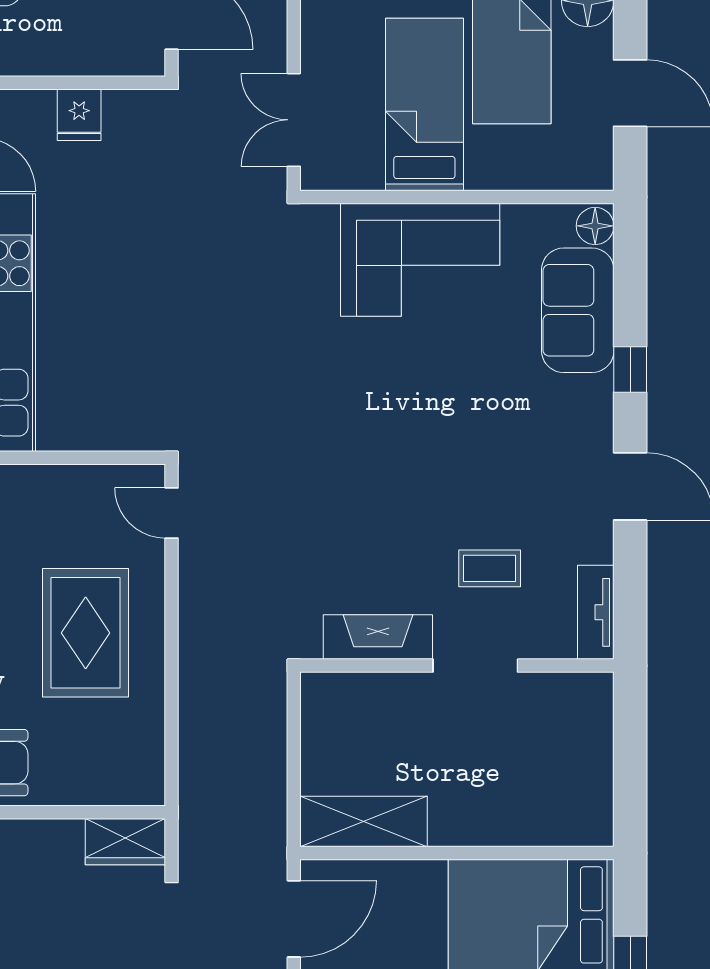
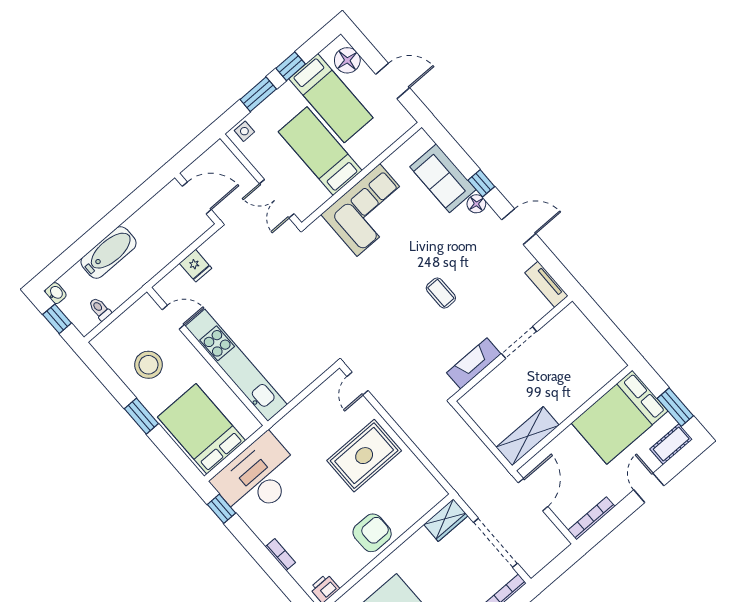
floor lamp: (595, 226) -> (476, 204), moved
door: (172, 513) -> (358, 384), hinge flipped
coffee table: (490, 568) -> (441, 293), moved, turned 90
rug: (86, 633) -> (364, 456), turned 90

